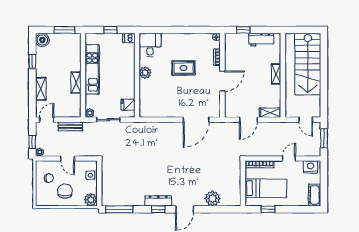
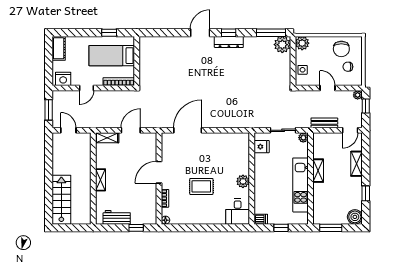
stairs: (308, 64) -> (61, 200), width x0.73, depth x0.66
chair: (65, 191) -> (341, 49), moved
plant: (213, 198) -> (282, 45), moved

